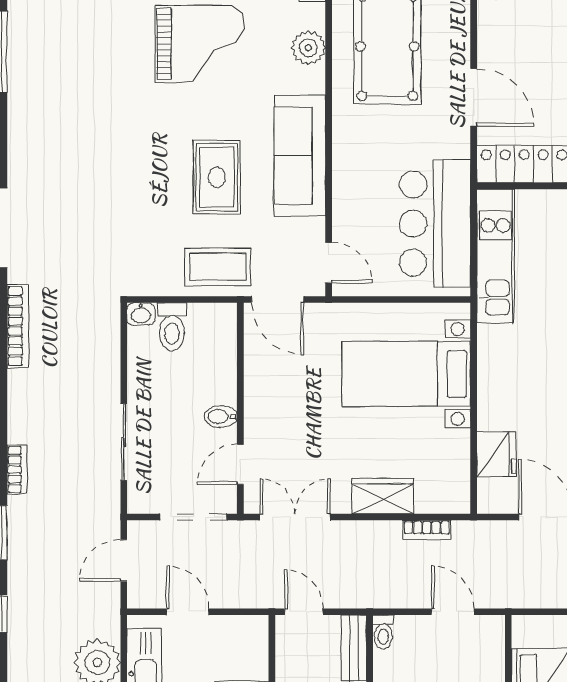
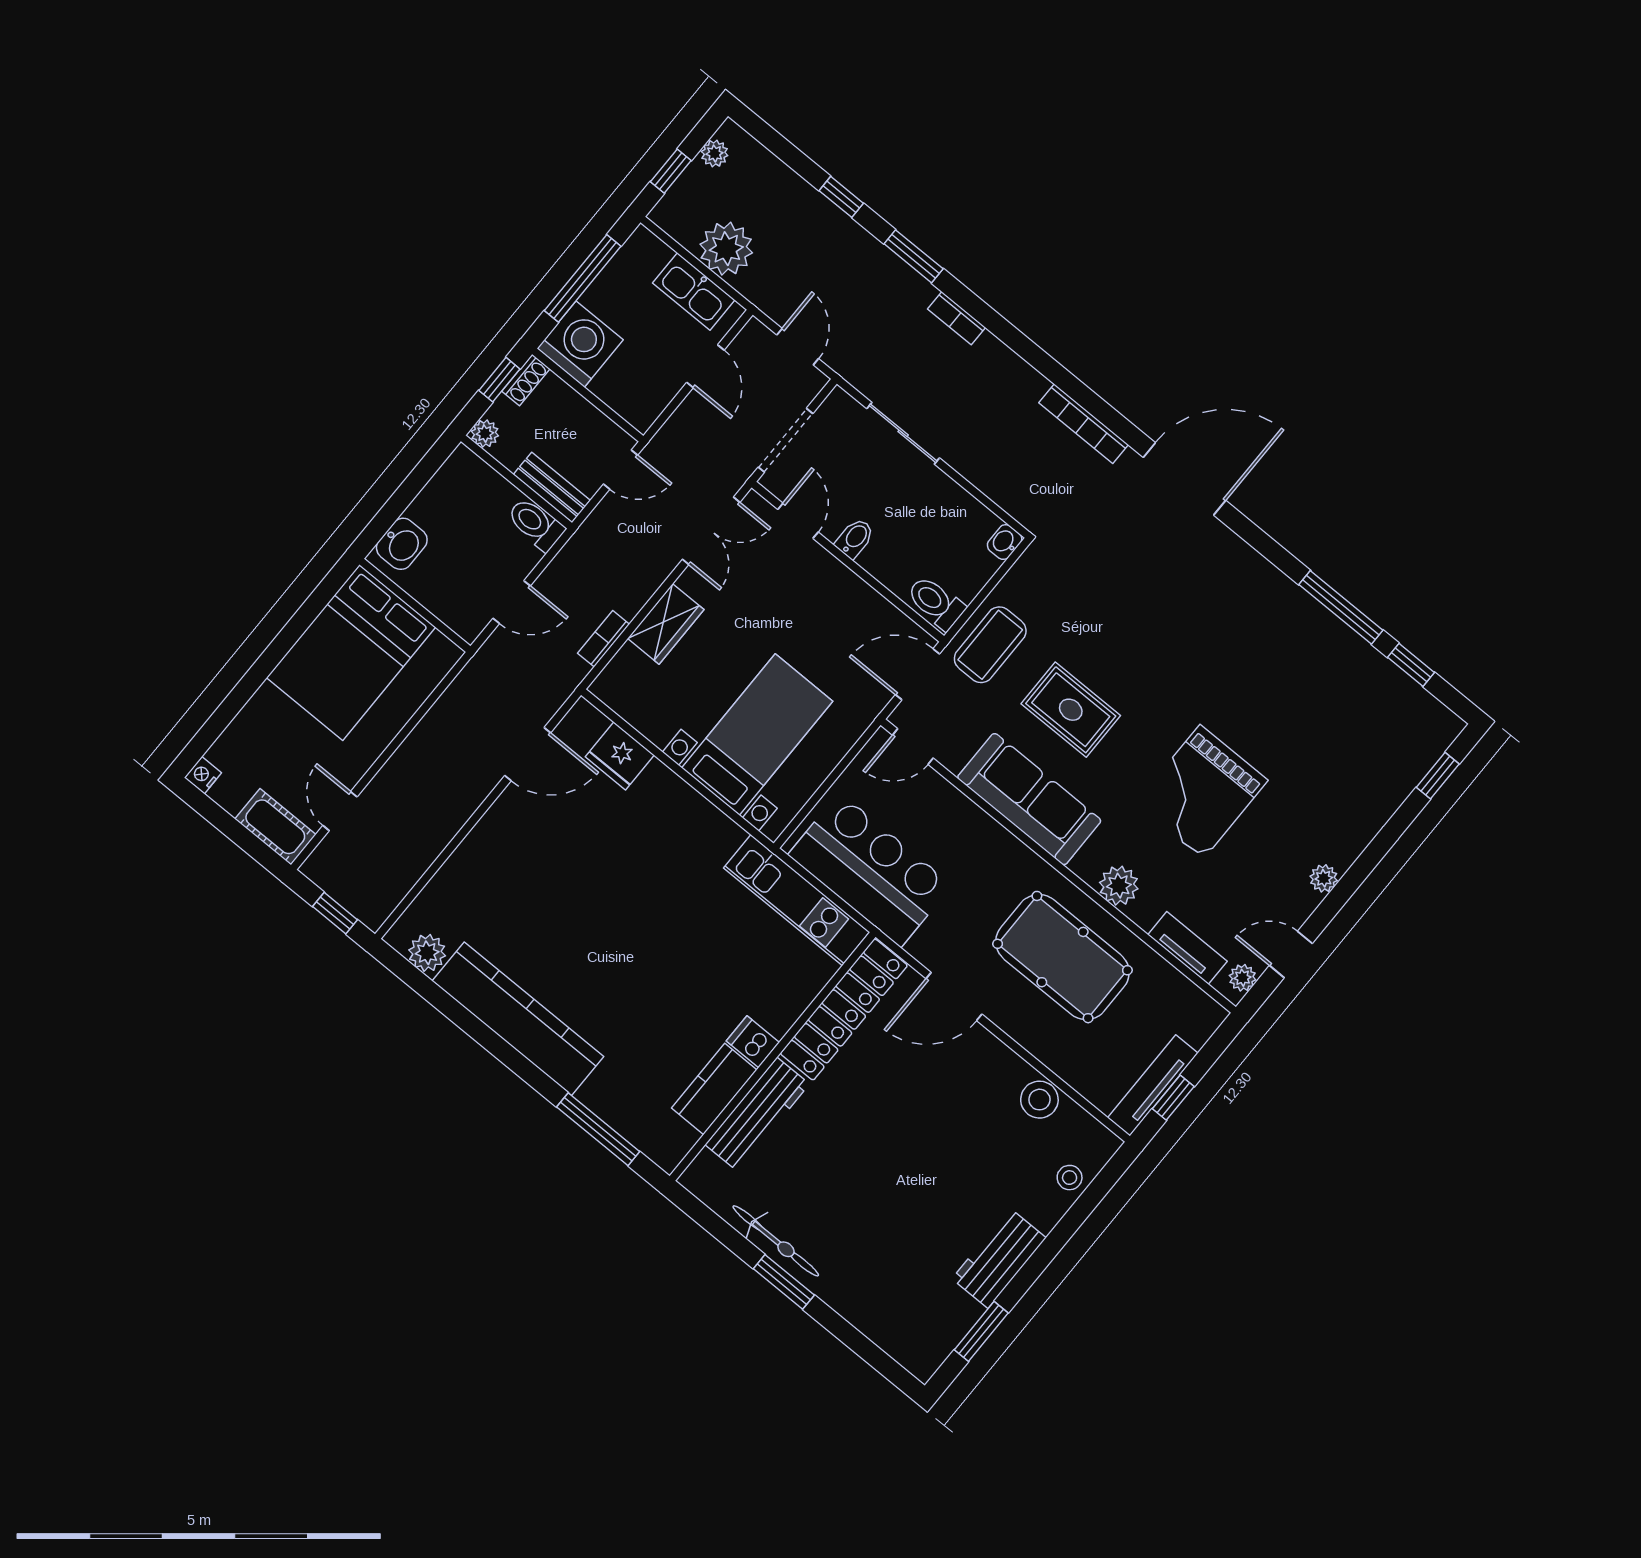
toilet: (172, 327) -> (936, 602), moved
door: (188, 612) -> (705, 366), hinge flipped
toilet: (383, 632) -> (536, 524), width x1.37, depth x1.39

